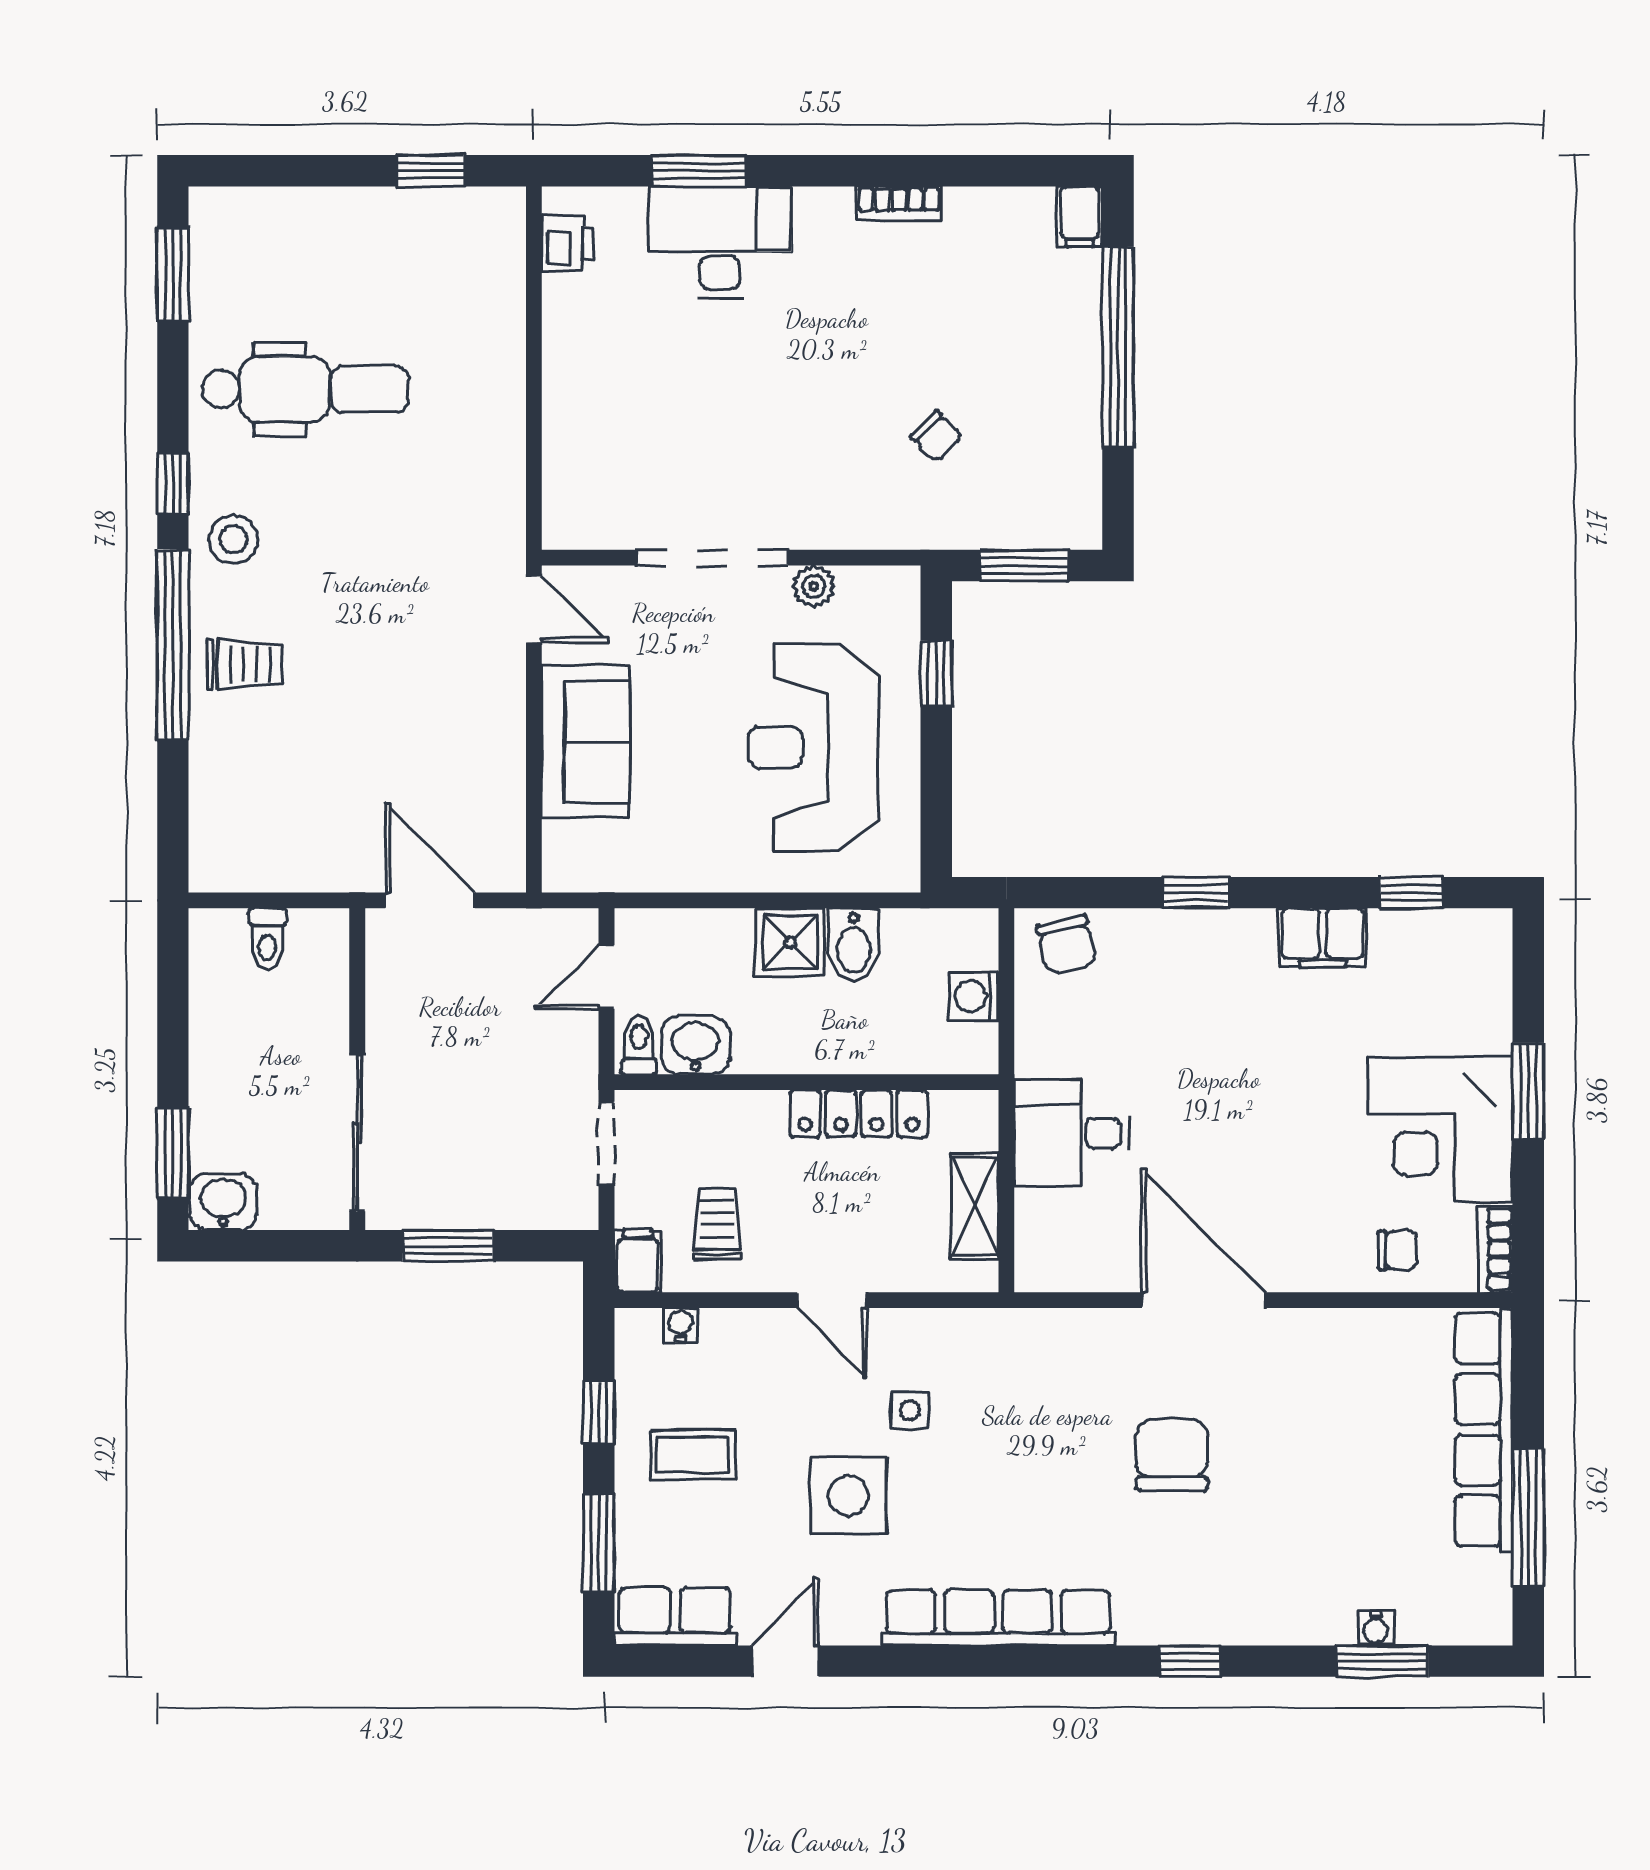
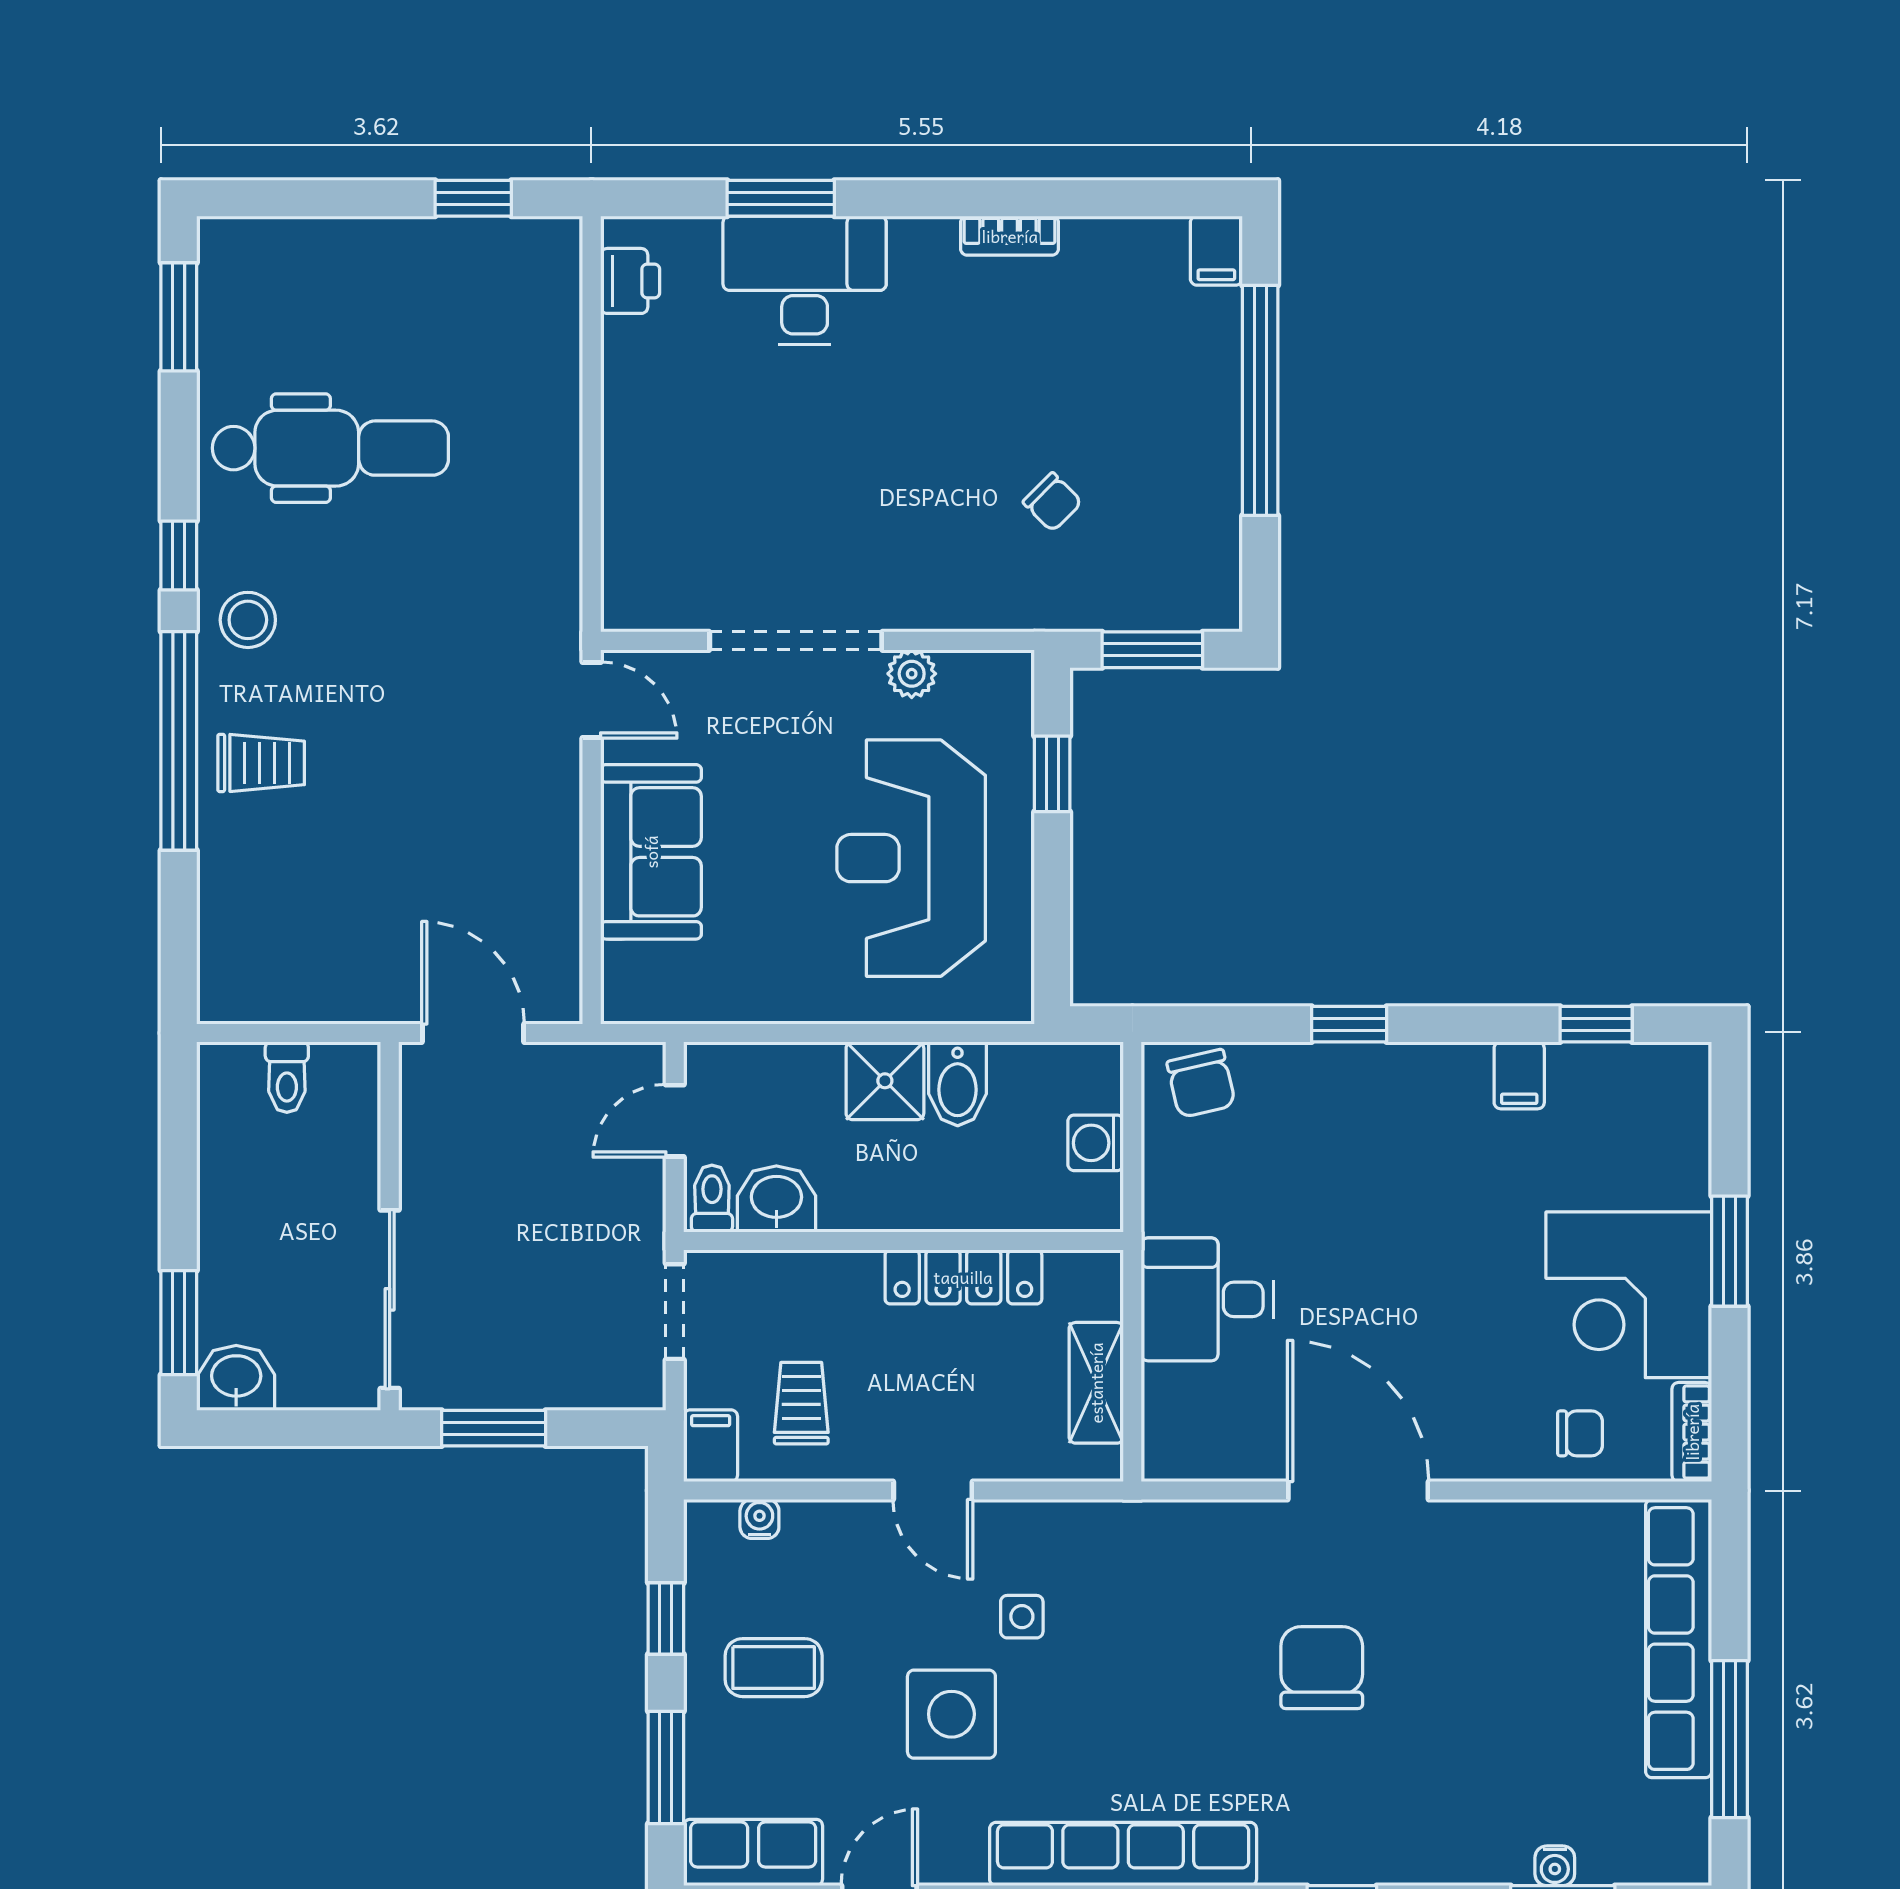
filing cabinet: (1323, 937) -> (1519, 1075), width x0.50

